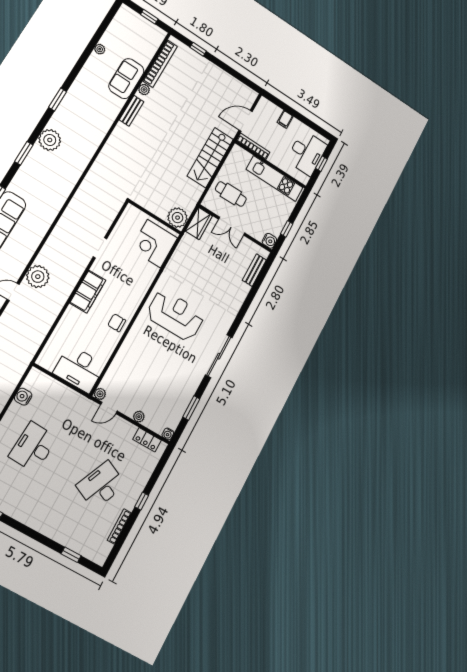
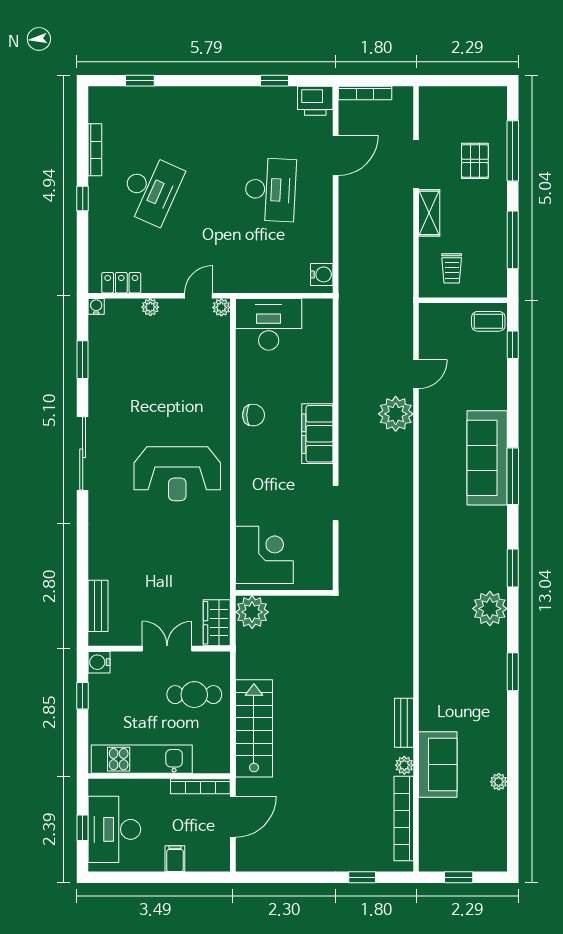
water cooler: (23, 397) -> (322, 274), moved

